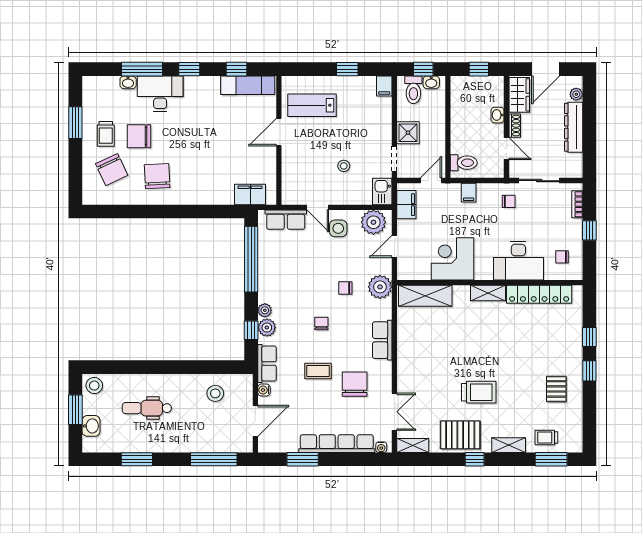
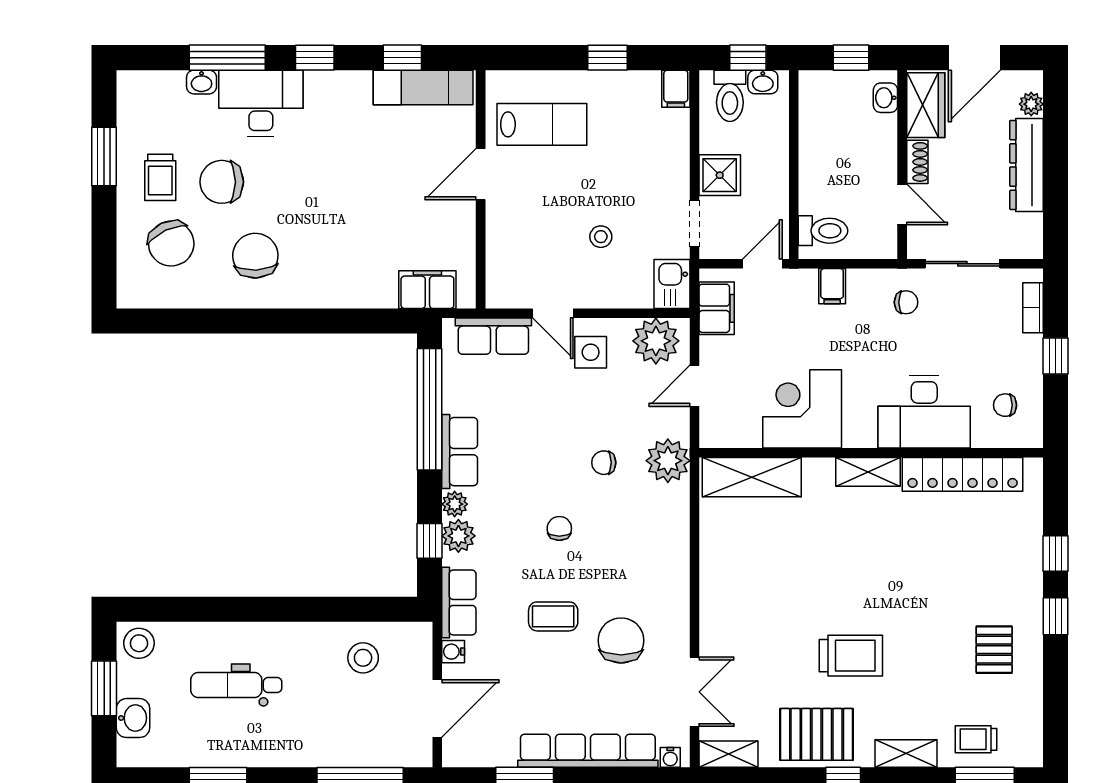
lab bench: (312, 105) -> (542, 124), turned 180
washbasin: (498, 115) -> (885, 98), moved
row of seats: (382, 340) -> (460, 452), moved, turned 180

